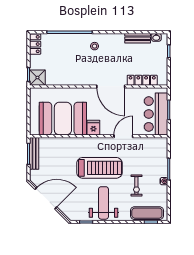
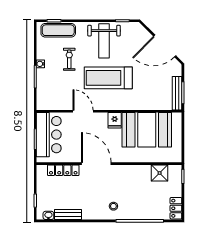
shower: (37, 78) -> (160, 173), moved
door: (123, 136) -> (83, 111), swing flipped

